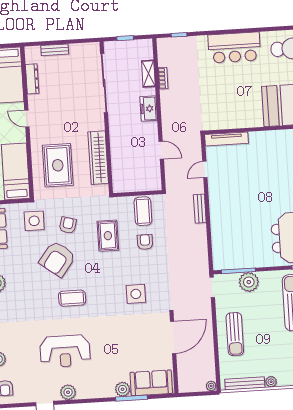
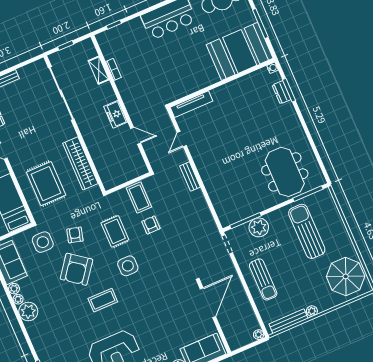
freezer: (149, 109) -> (116, 114), moved
side table: (136, 294) -> (128, 266), moved

